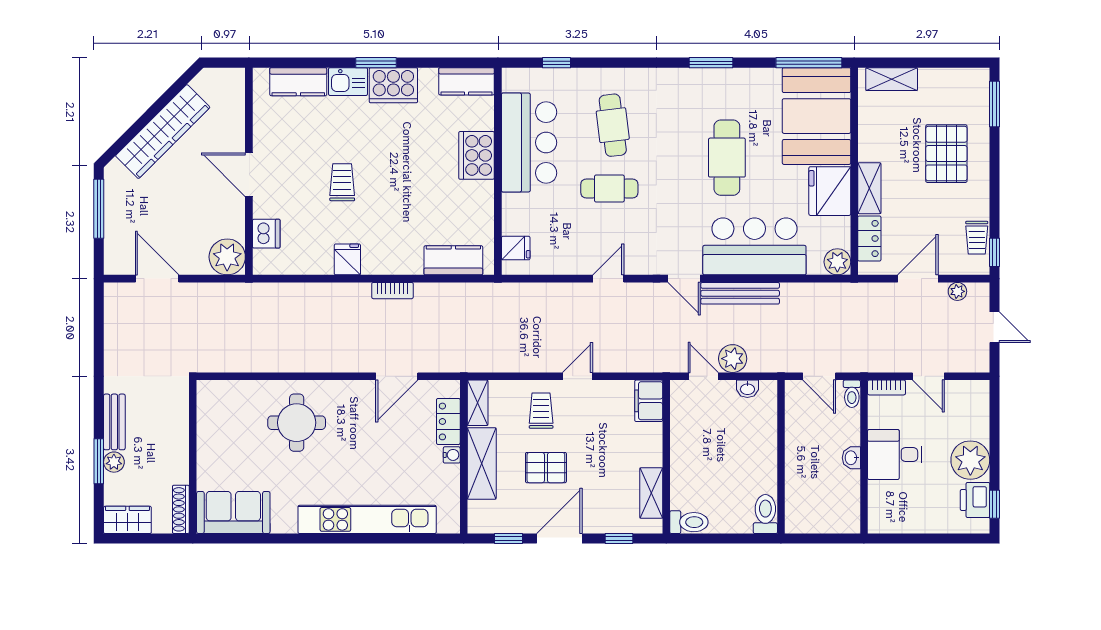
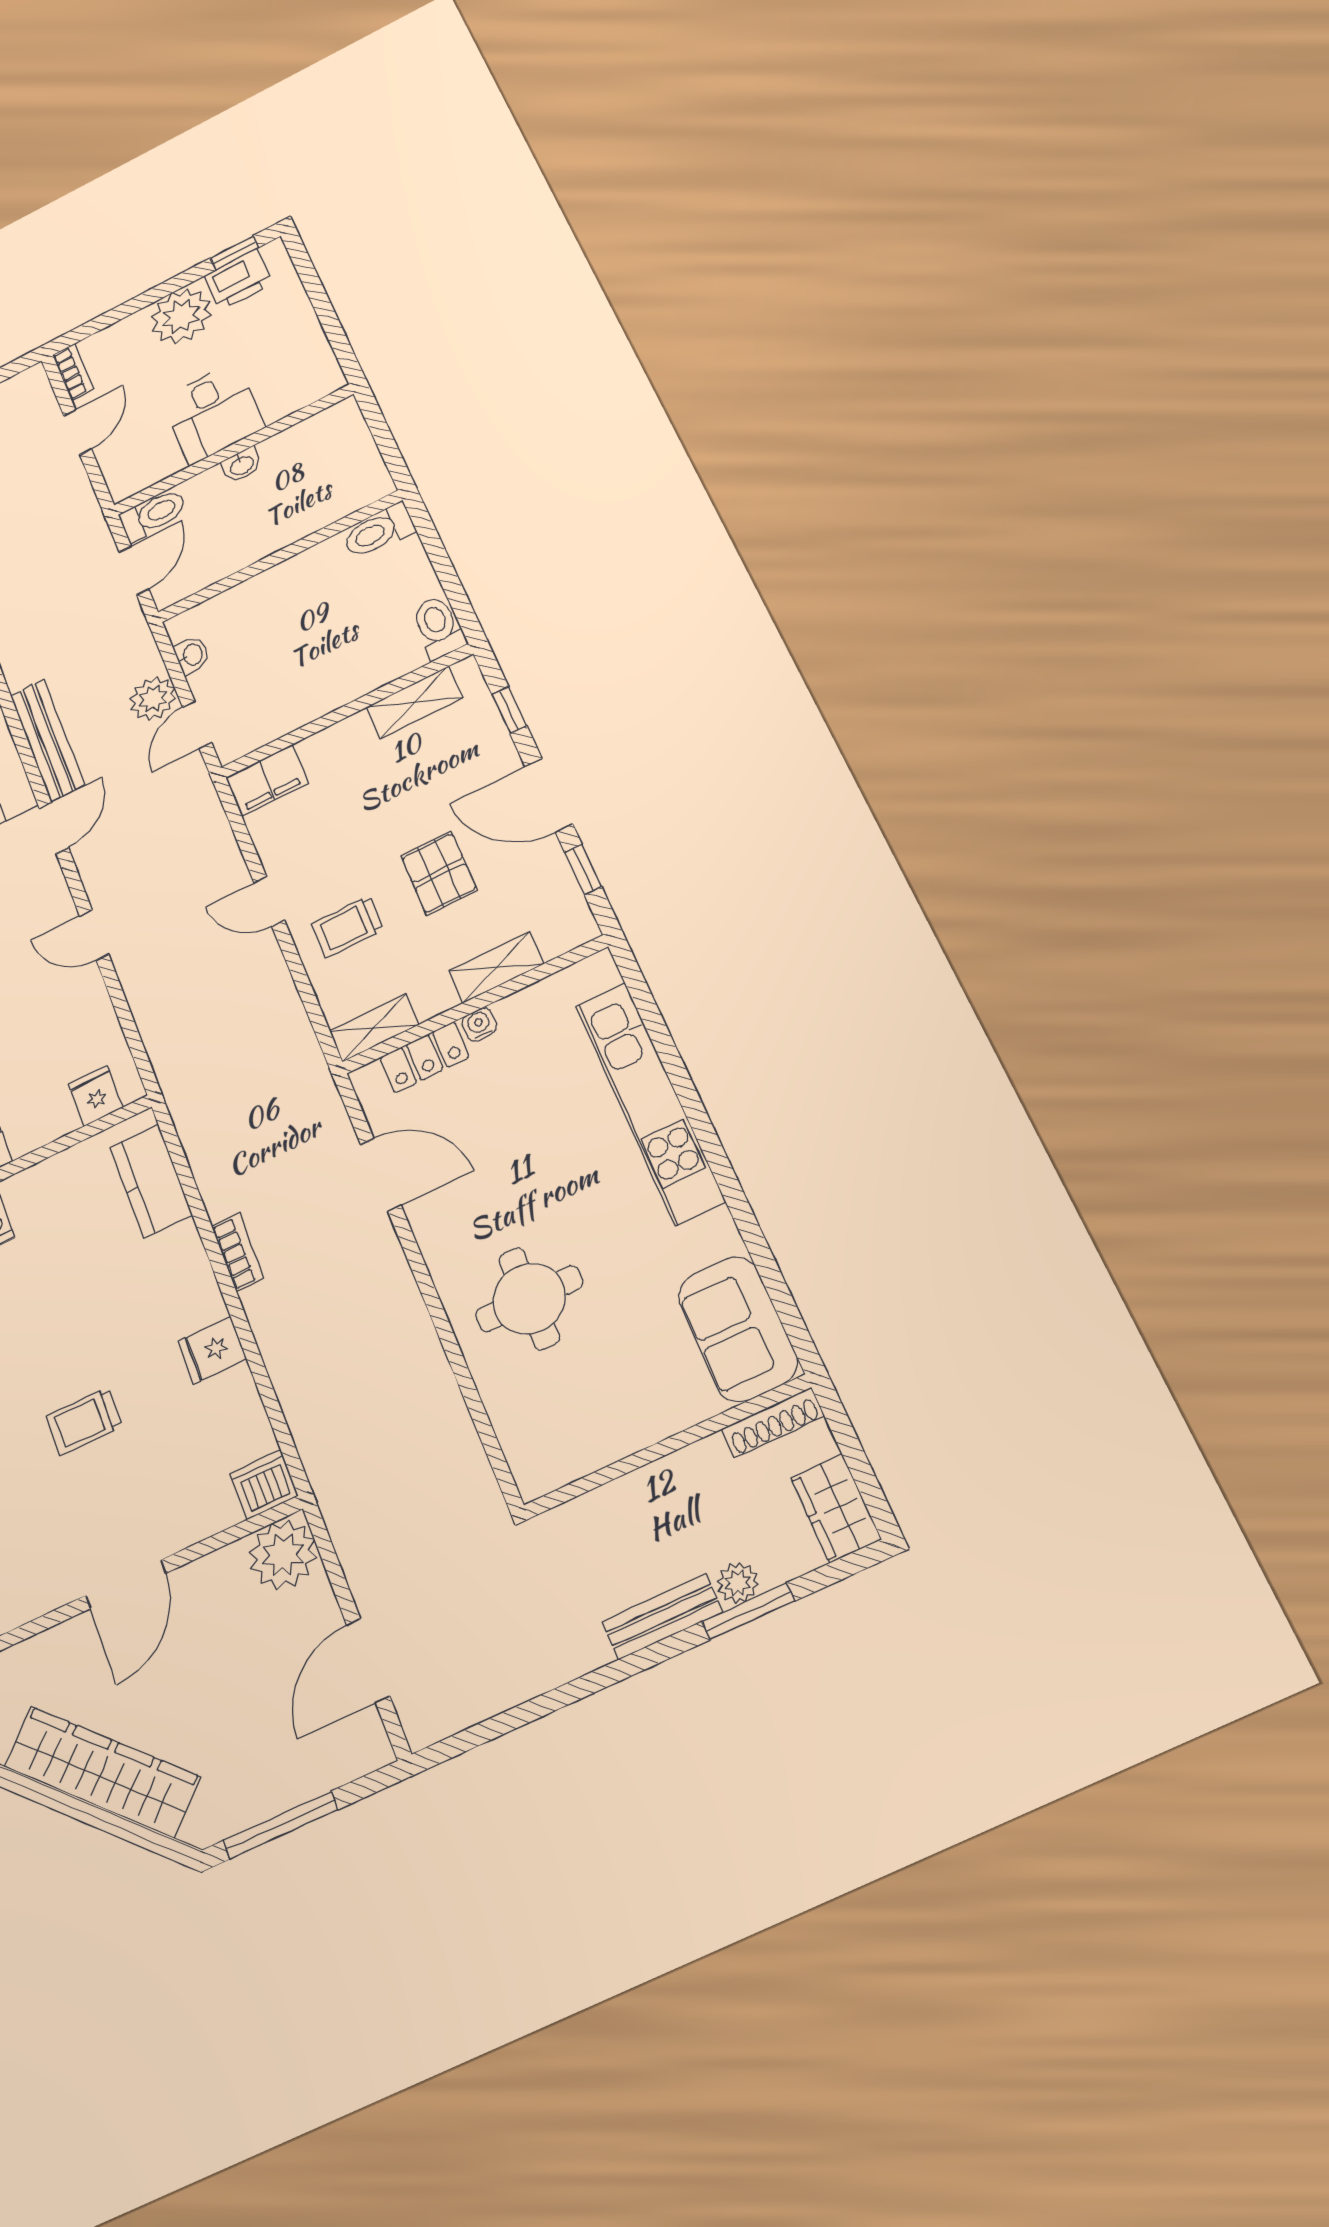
dishwasher: (266, 234) -> (264, 1485), moved
bookcase: (886, 387) -> (73, 372), moved
toilet: (852, 394) -> (153, 515), width x1.37, depth x1.39
shelving: (482, 463) -> (496, 967), width x0.67, depth x0.75

